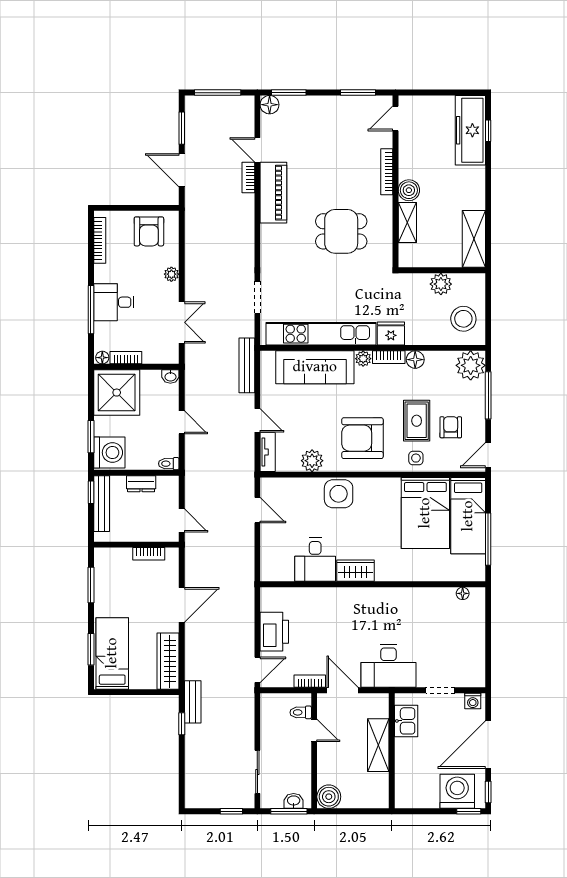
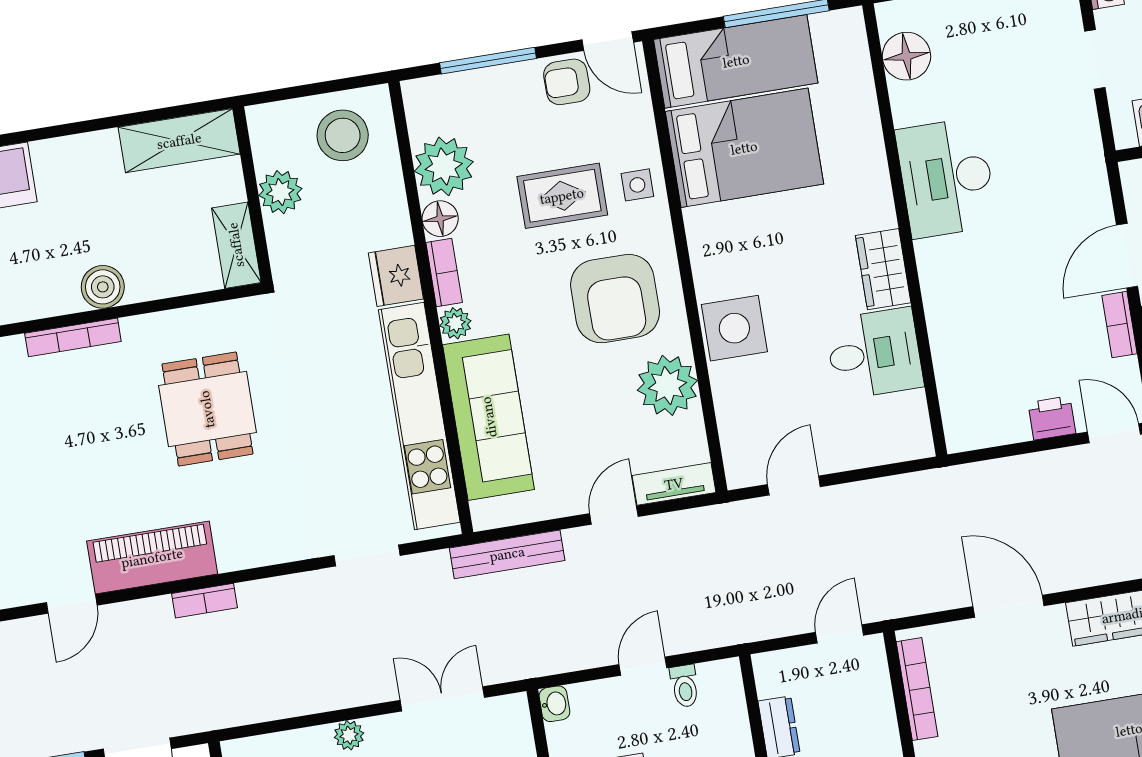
bookcase: (248, 178) -> (204, 601), moved
shelving: (407, 222) -> (236, 245), moved, turned 90
plant: (471, 365) -> (444, 166), moved
armchair: (451, 427) -> (567, 82), moved
plant: (312, 461) -> (667, 385), width x1.36, depth x1.36
toilet: (169, 464) -> (685, 686), moved
bookcase: (149, 554) -> (917, 689), width x1.56
floor lamp: (463, 593) -> (906, 56), width x1.89, depth x1.89
printer: (274, 632) -> (1052, 418), width x0.53, depth x0.68
desk: (389, 666) -> (946, 178), moved, turned 180

